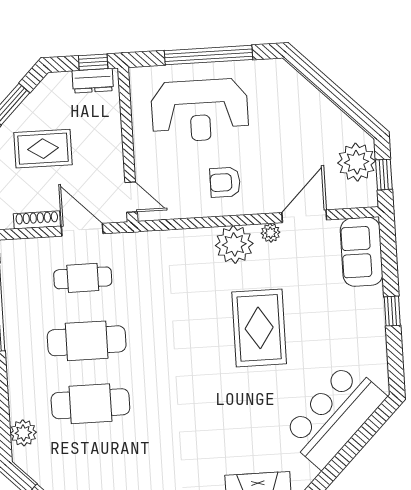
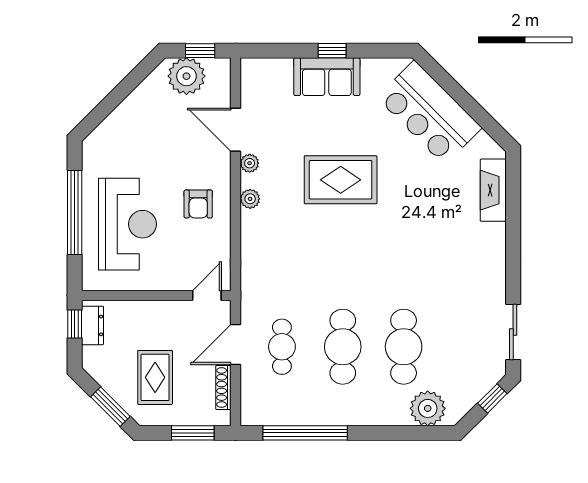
plant: (234, 244) -> (250, 199), width x0.53, depth x0.53
sofa: (362, 252) -> (327, 77), moved
plant: (23, 433) -> (428, 408), width x1.36, depth x1.36

